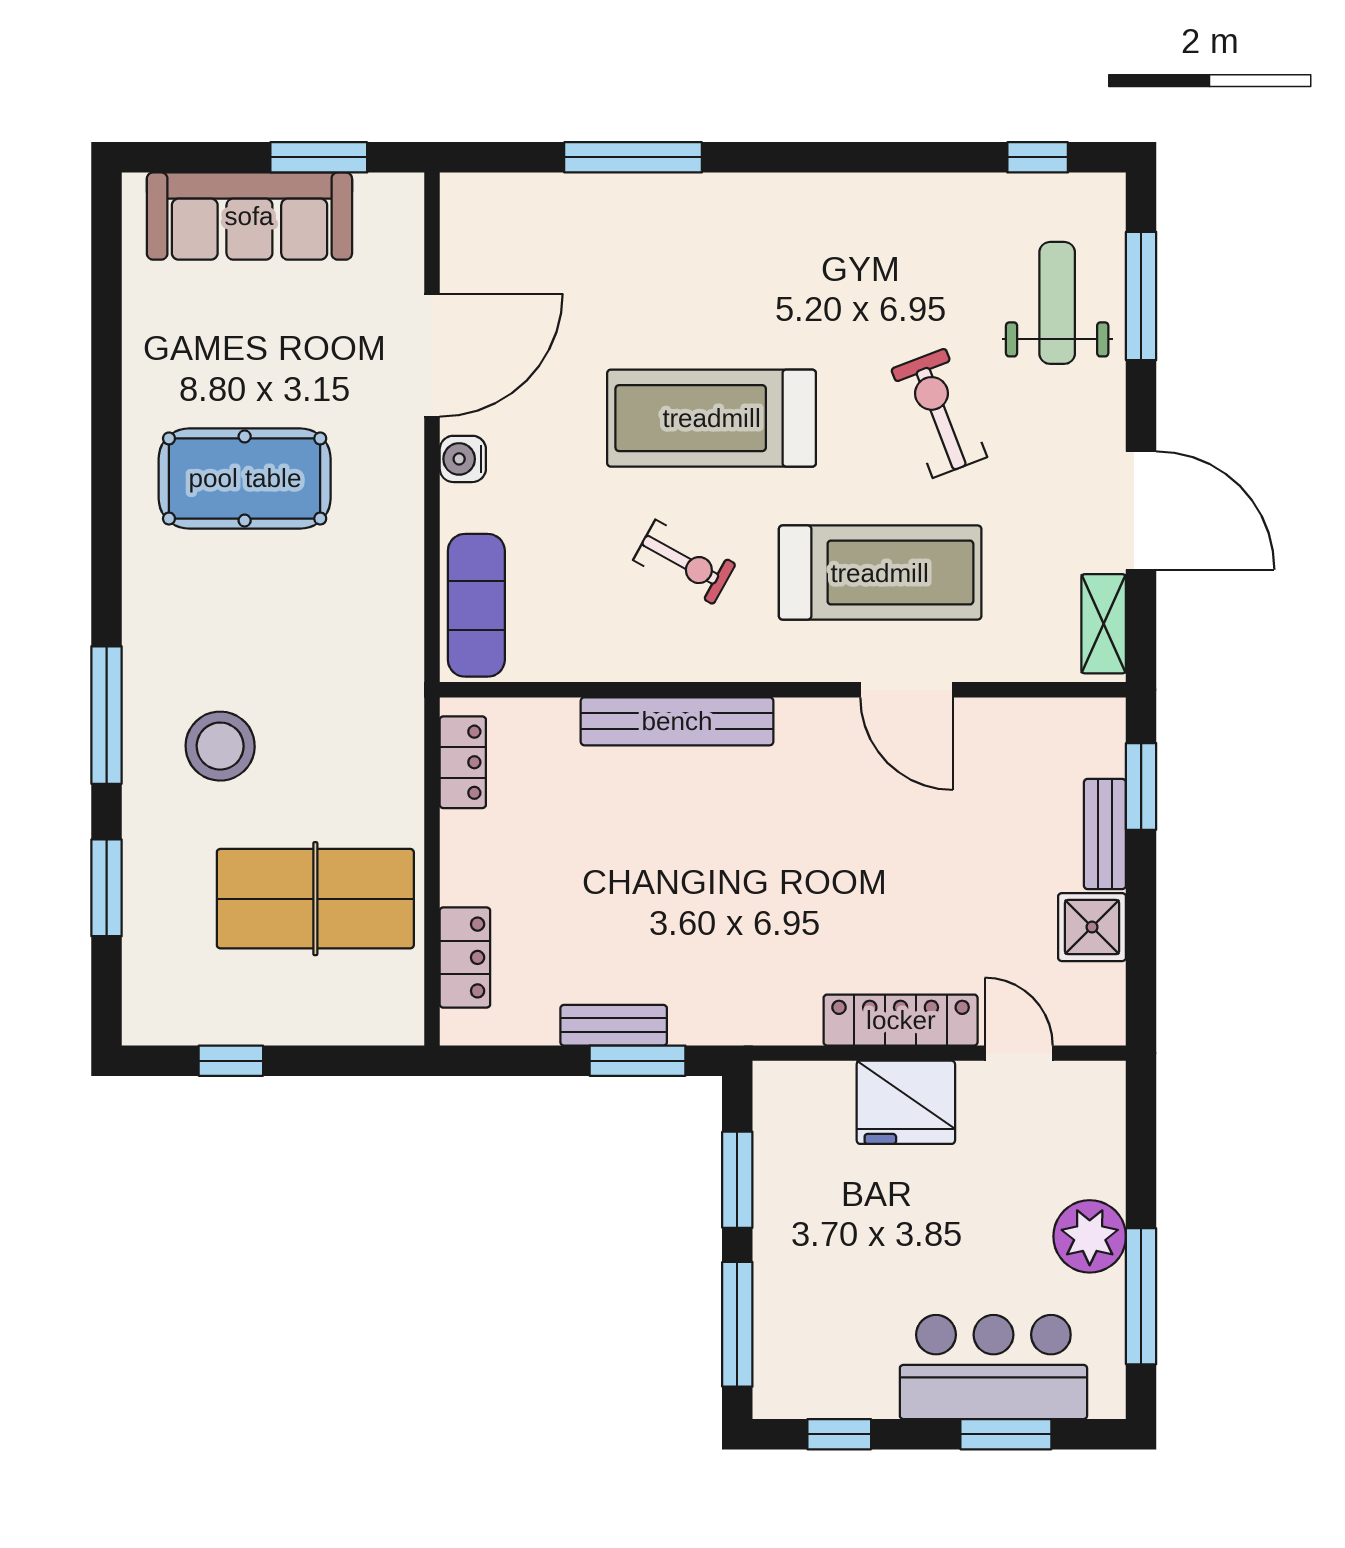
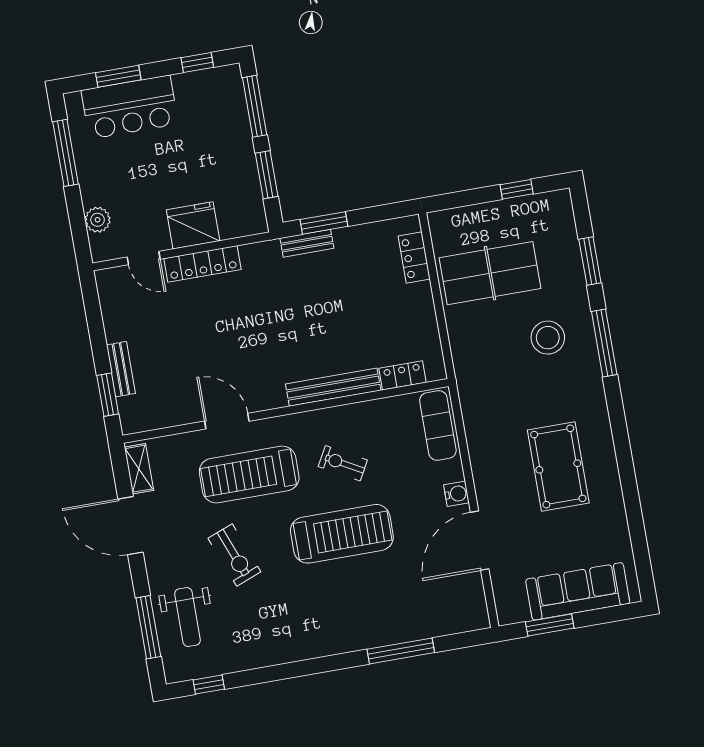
pool table: (245, 478) -> (558, 466), turned 90
locker: (463, 762) -> (403, 375), moved, turned 90
shower: (1092, 927) -> (119, 324), removed
bench: (614, 1025) -> (307, 243), moved
plant: (1090, 1236) -> (98, 220), moved, width x0.73, depth x0.73

